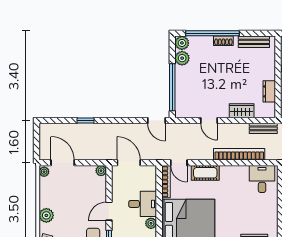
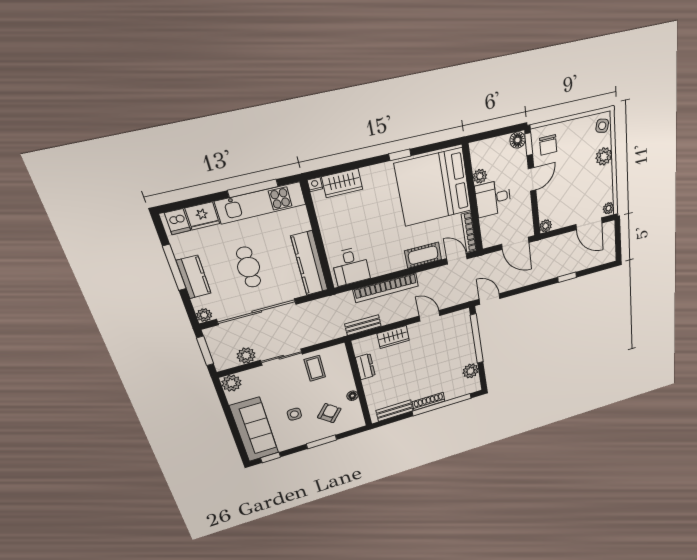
shoe rack: (223, 41) -> (429, 401), width x1.43
plant: (182, 43) -> (473, 386), removed

